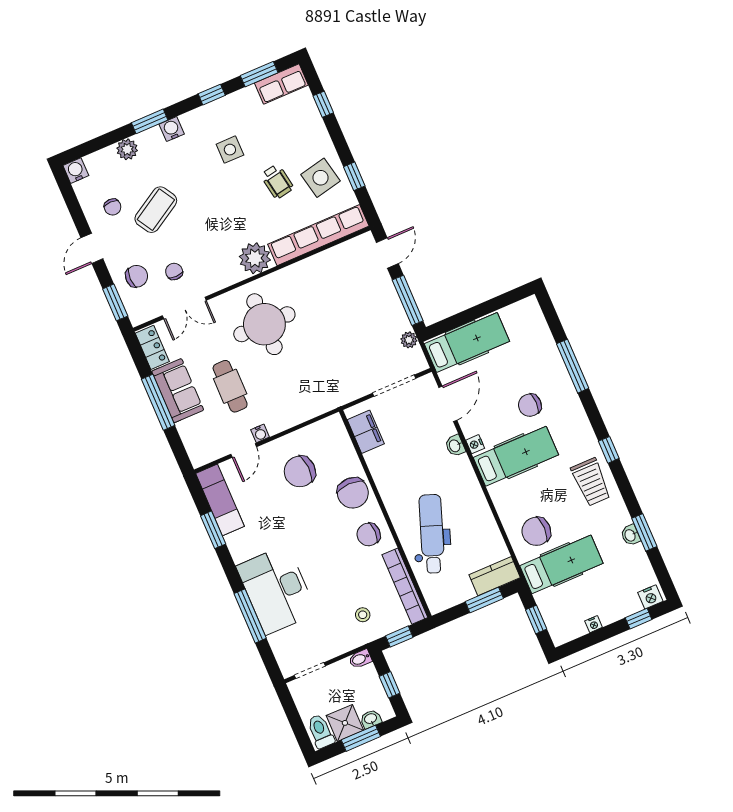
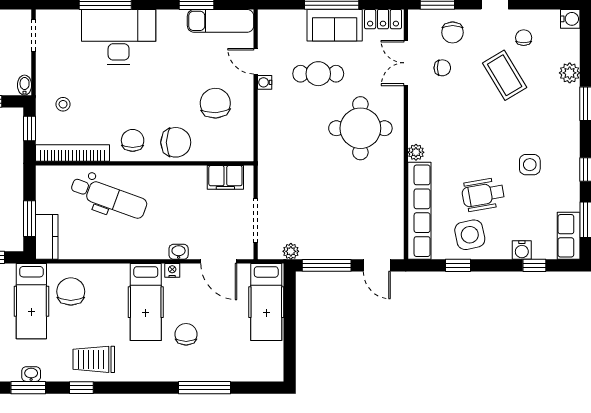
water cooler: (172, 129) -> (522, 250), moved, turned 90
wheelchair: (277, 181) -> (483, 194), width x1.36, depth x1.37
chair: (113, 207) -> (524, 38), turned 90
plant: (255, 258) -> (416, 152), width x0.53, depth x0.53
window: (609, 450) -> (81, 388), moved
chair: (353, 493) -> (176, 142), turned 180

